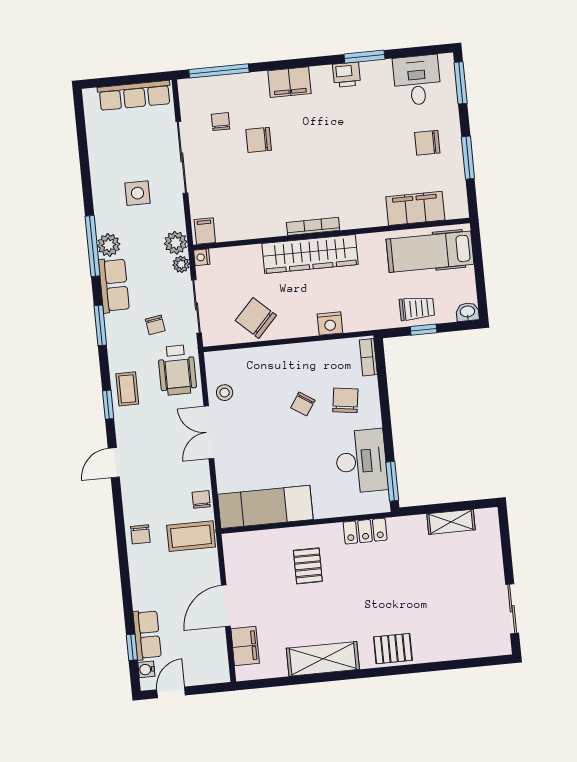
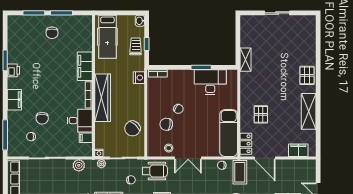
desk: (417, 80) -> (80, 121), moved, turned 180
window: (461, 83) -> (34, 13), moved
side table: (138, 193) -> (63, 182), removed
filing cabinet: (415, 208) -> (85, 66), moved
filing cabinet: (205, 231) -> (86, 138), moved
plant: (176, 243) -> (79, 165), moved
nightstand: (330, 324) -> (139, 78), moved
chair: (345, 400) -> (166, 124), moved
window: (392, 481) -> (201, 67), moved
shelving: (451, 522) -> (246, 60), moved
locker: (365, 531) -> (246, 144), moved
pallet: (308, 566) -> (261, 114), turned 90
door: (226, 606) -> (265, 158), moved
sliding door: (512, 609) -> (277, 13), moved

